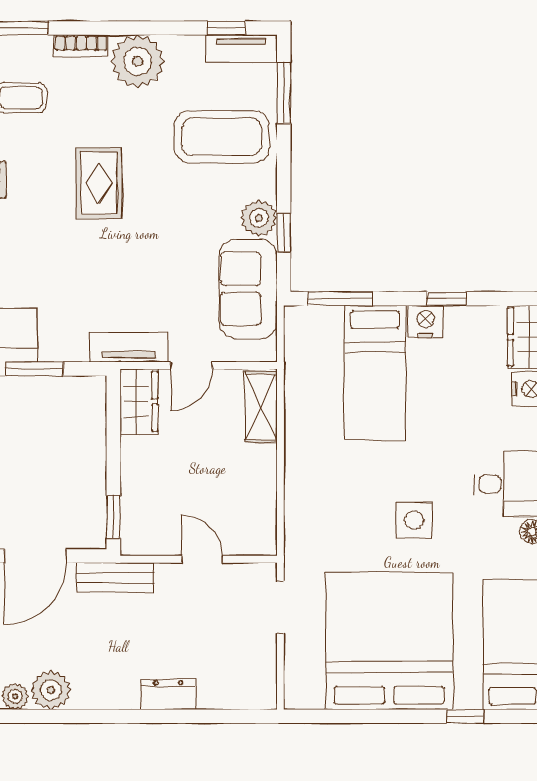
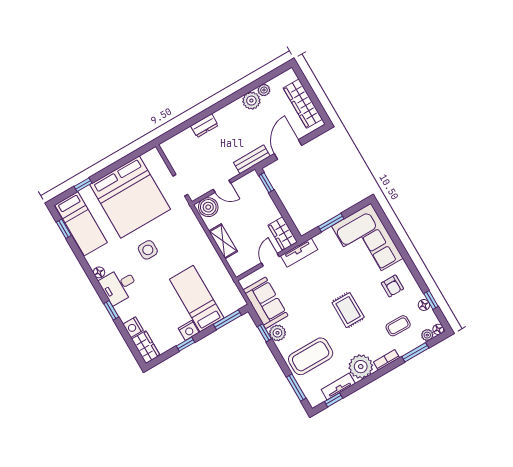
tv unit: (241, 48) -> (338, 387), moved
shelving: (261, 407) -> (223, 241), moved
boiler: (251, 535) -> (208, 207), added

